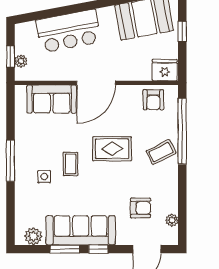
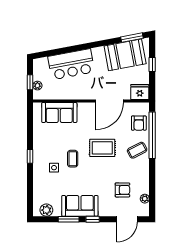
door: (96, 83) -> (110, 101), moved
armchair: (153, 100) -> (139, 123), moved
window: (11, 161) -> (30, 156), width x0.46
sofa: (81, 230) -> (80, 206), width x0.73

